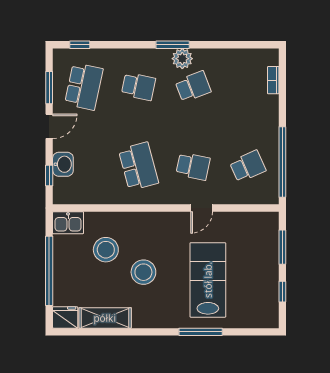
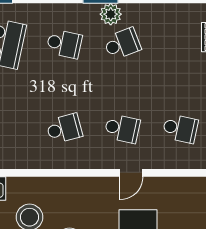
school desk: (138, 166) -> (64, 129), width x0.54
school desk: (248, 166) -> (180, 129), turned 36

